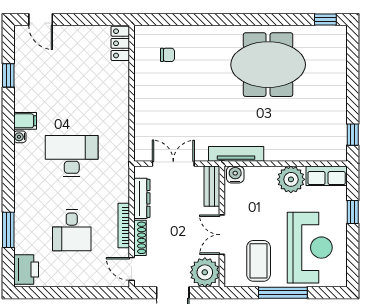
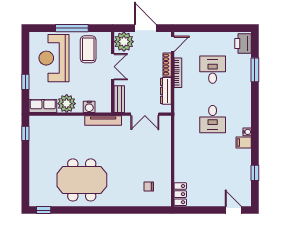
desk: (72, 156) -> (213, 119), width x0.73
water cooler: (235, 174) -> (89, 107), moved
door: (132, 269) -> (173, 44), hinge flipped

